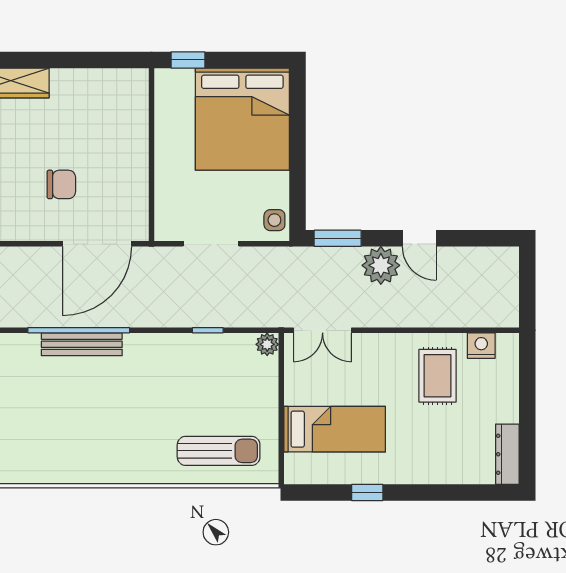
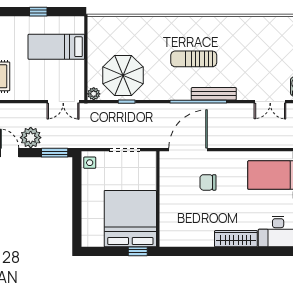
bed: (242, 119) -> (130, 219), moved
double door: (323, 330) -> (63, 102), swing flipped
bench: (82, 344) -> (214, 94), moved
parasol: (214, 377) -> (123, 75), added
sun lounger: (219, 451) -> (194, 59), moved

